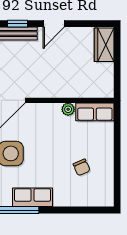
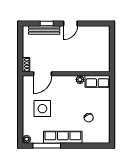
wardrobe: (104, 45) -> (103, 37), removed
row of seats: (33, 197) -> (63, 137), width x1.48

